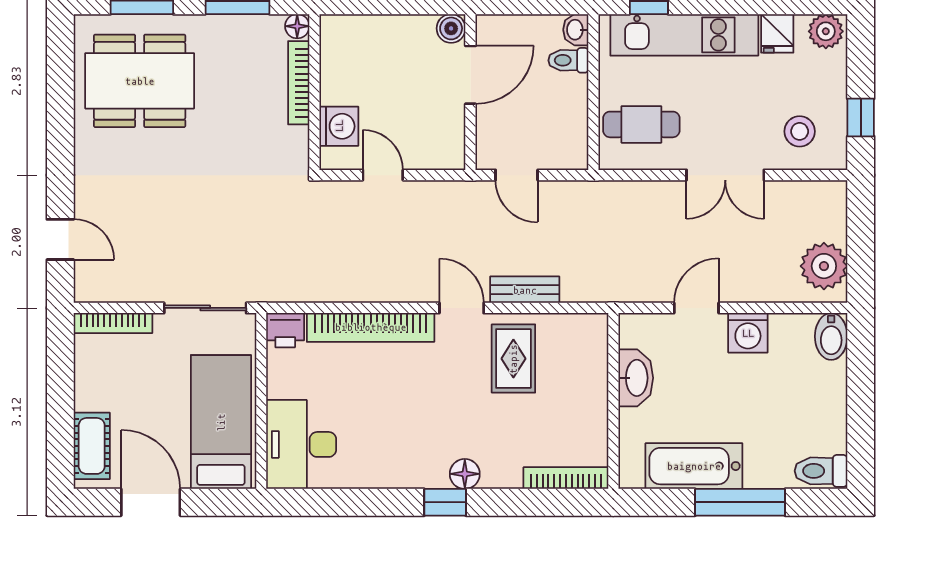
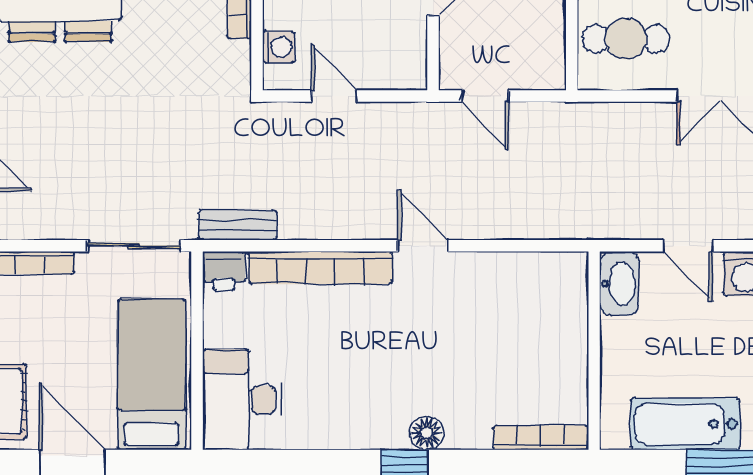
washing machine: (339, 126) -> (279, 47), width x0.73, depth x0.73
bench: (525, 290) -> (237, 225), moved
door: (696, 308) -> (688, 246), swing flipped
rug: (513, 359) -> (482, 303), removed
washbasin: (636, 378) -> (619, 283), moved

